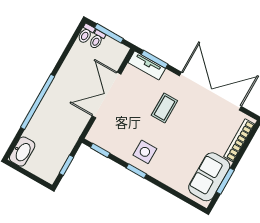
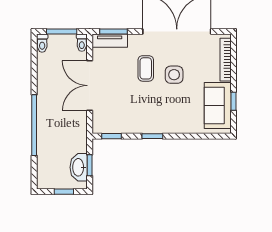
toilet: (97, 40) -> (82, 43), moved
washbasin: (22, 152) -> (79, 167), moved, turned 180
side table: (145, 152) -> (174, 75), moved
window: (30, 175) -> (64, 192), added
window: (225, 181) -> (233, 101), width x0.67

